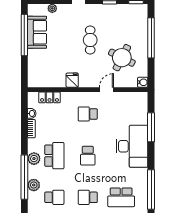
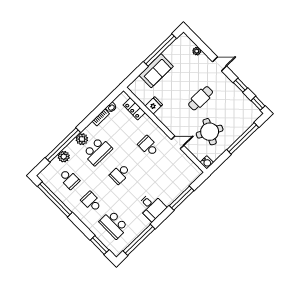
sofa: (37, 32) -> (156, 71), moved
fridge: (72, 80) -> (154, 105), moved
desk: (132, 146) -> (152, 207), width x0.53, depth x0.77

